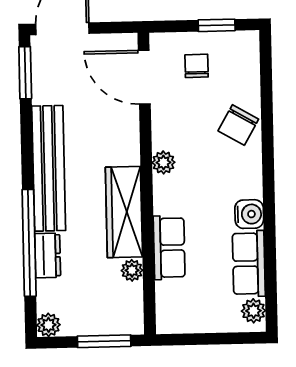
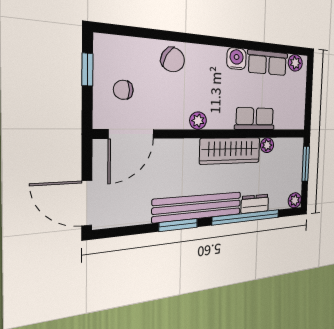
window: (25, 73) -> (178, 225), moved

